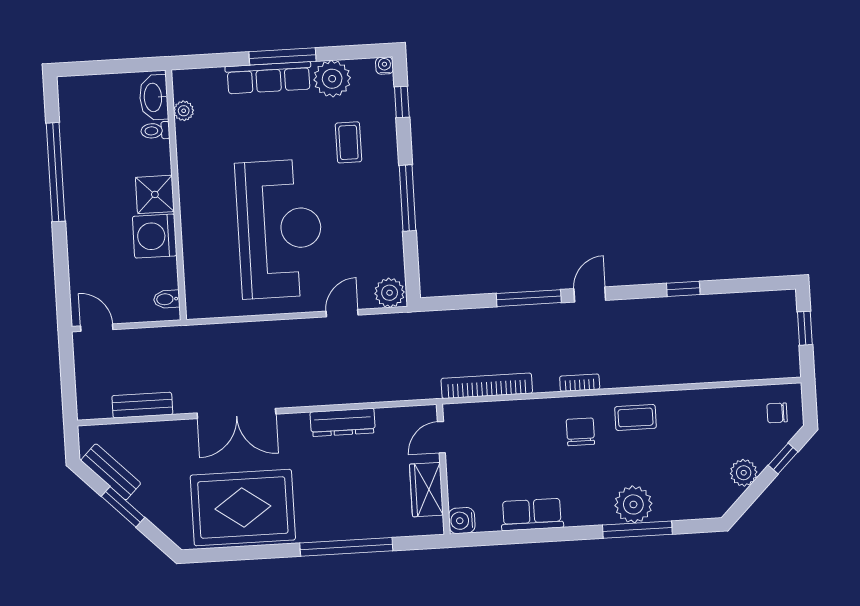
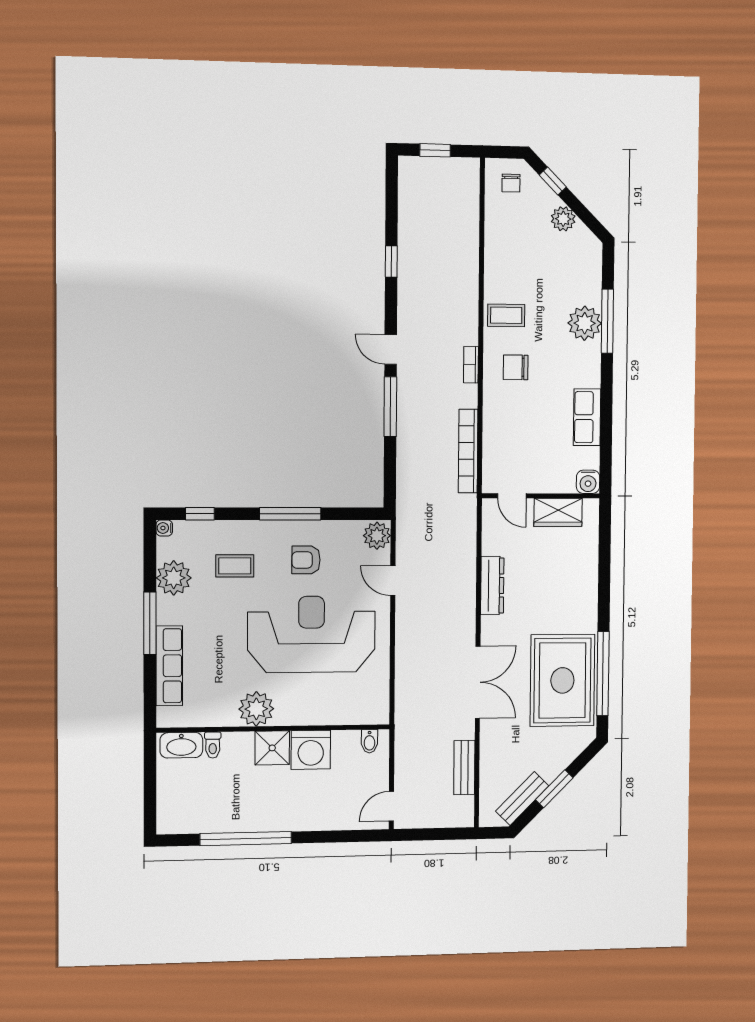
row of seats: (268, 78) -> (169, 666), moved
plant: (184, 111) -> (256, 709), moved, width x1.88, depth x1.88
armchair: (359, 218) -> (306, 560), added
coffee table: (635, 417) -> (506, 315), turned 90
window: (346, 547) -> (603, 674), moved

